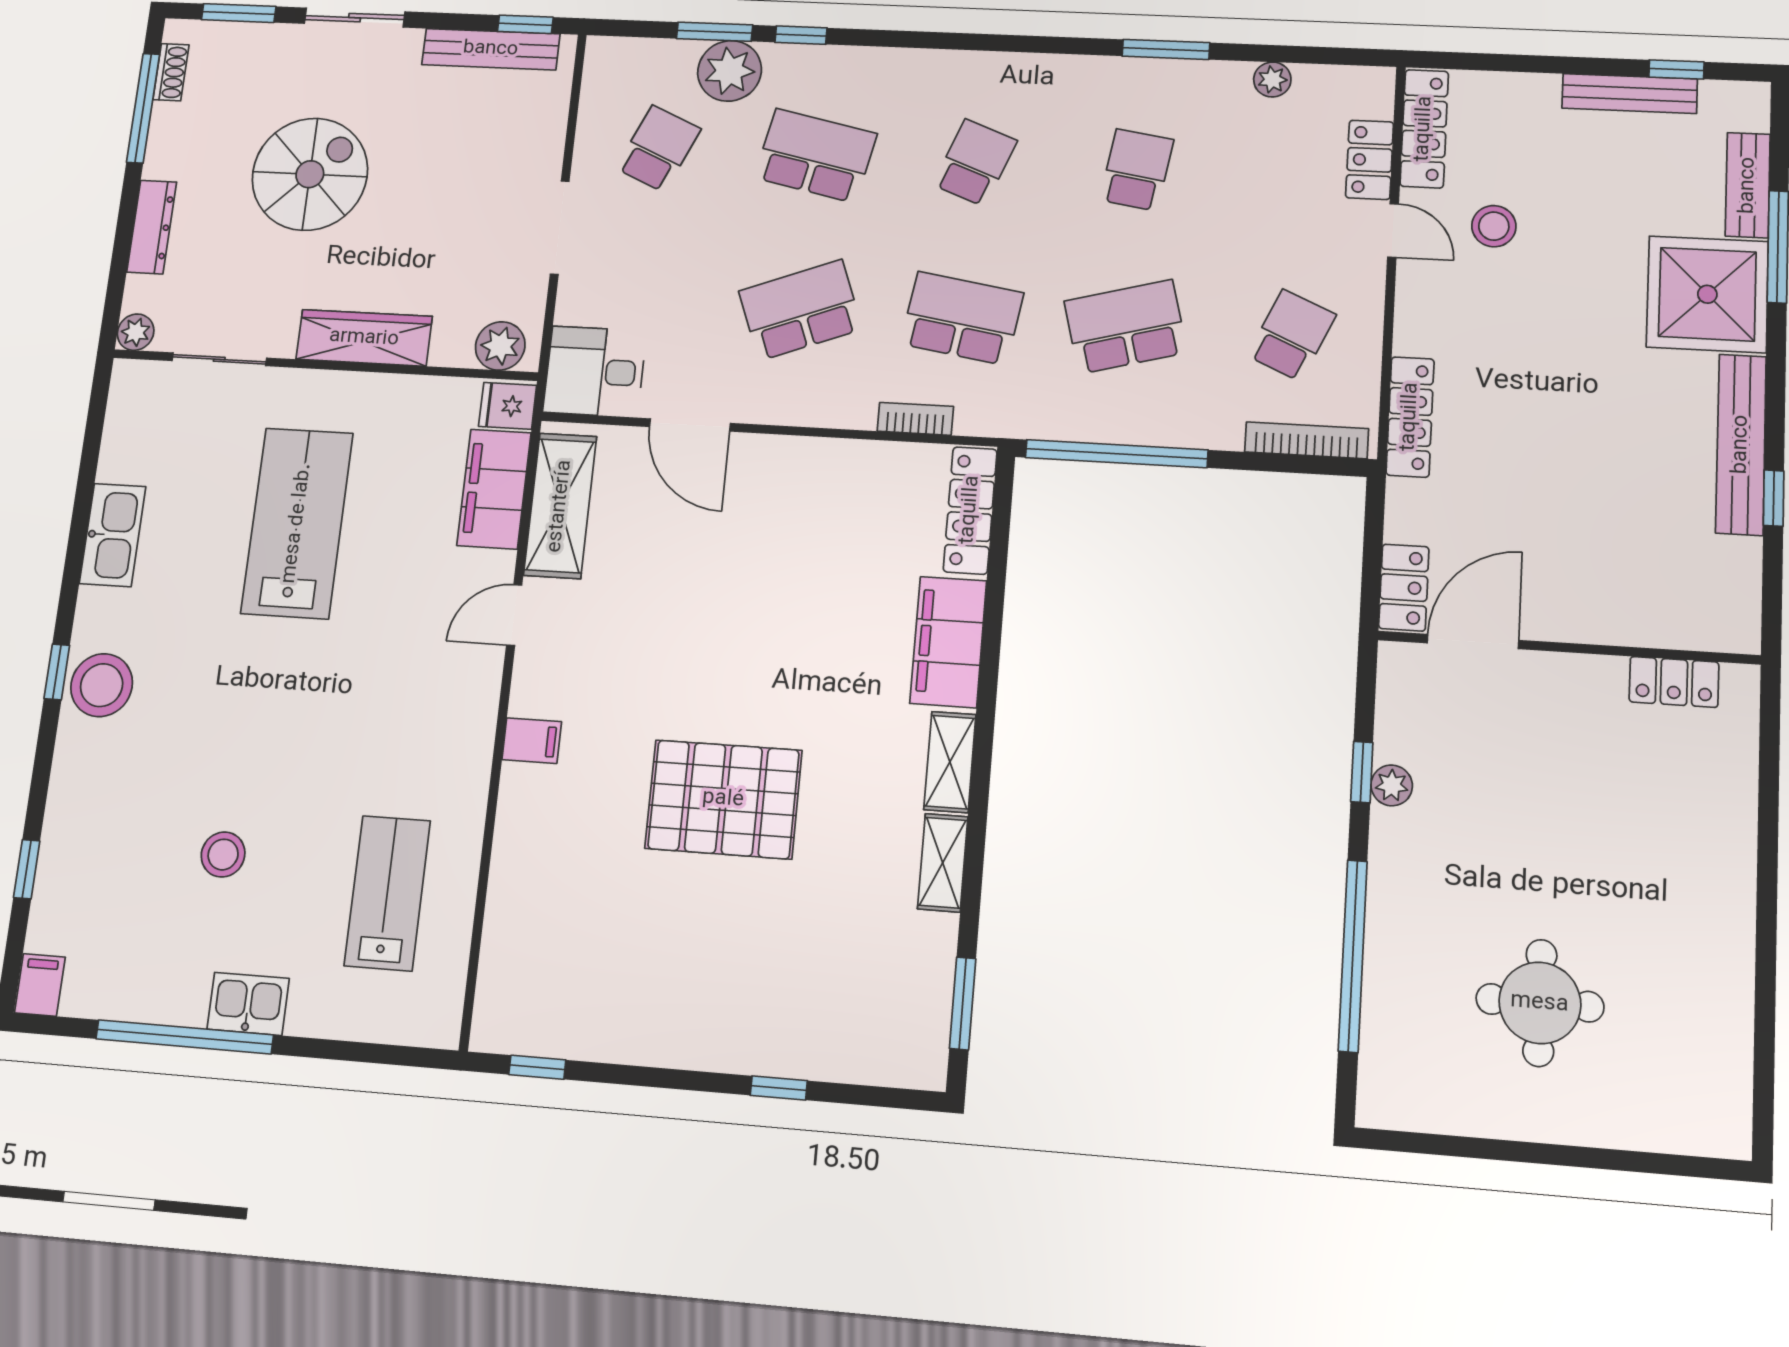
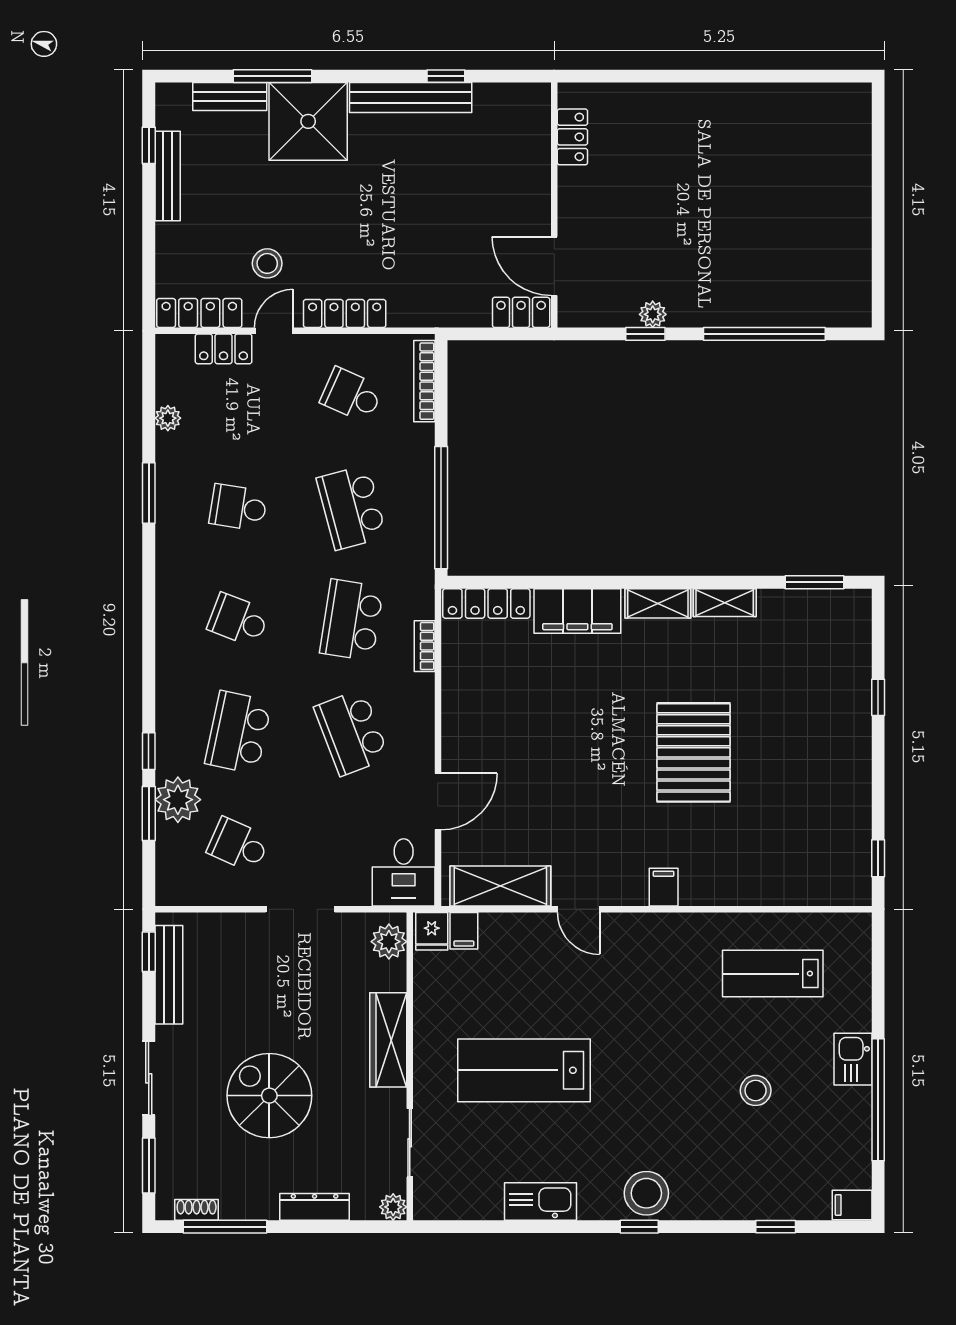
locker: (1410, 417) -> (345, 313), moved
filing cabinet: (494, 489) -> (464, 931), width x0.33, depth x0.86
round table: (1540, 1003) -> (785, 215), removed

